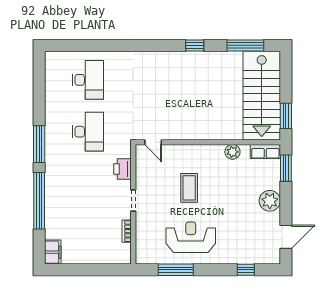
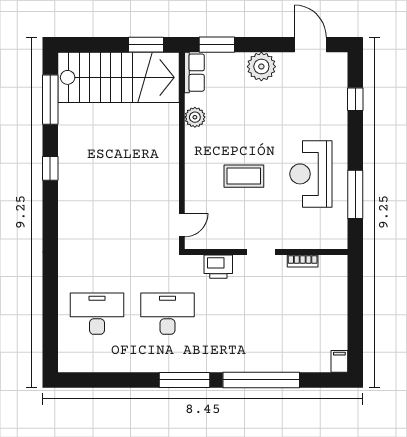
filing cabinet: (53, 252) -> (339, 361), width x0.50

